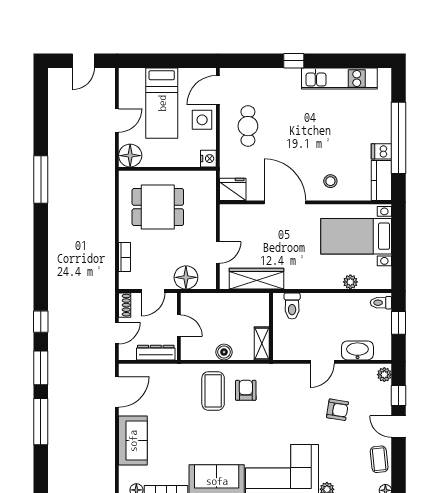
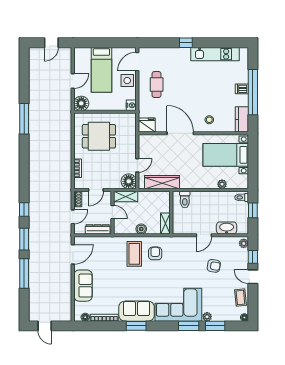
dishwasher: (381, 151) -> (242, 89), moved
floor lamp: (186, 277) -> (129, 181), moved
shelving: (199, 301) -> (126, 196), added

